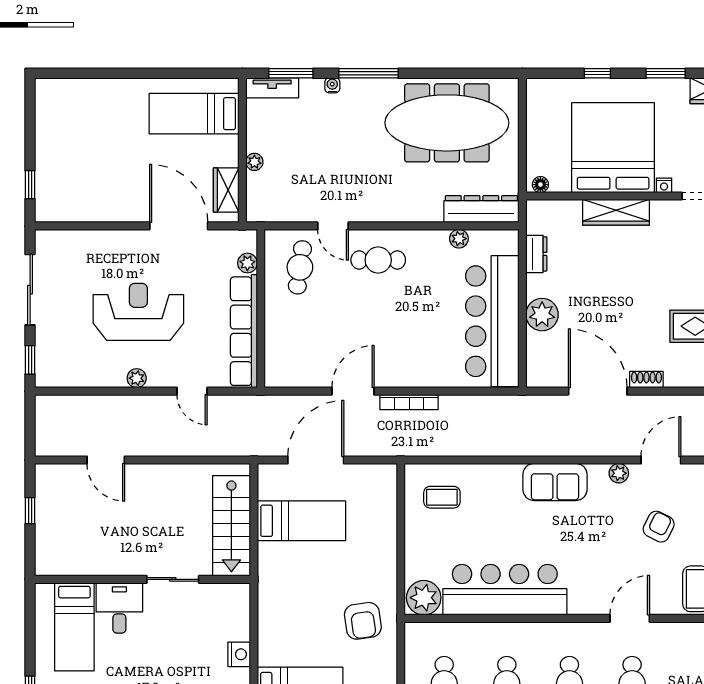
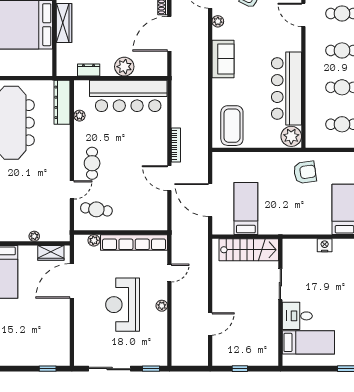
floor lamp: (540, 185) -> (48, 68), removed
coffee table: (442, 497) -> (232, 126), width x1.86, depth x1.72

